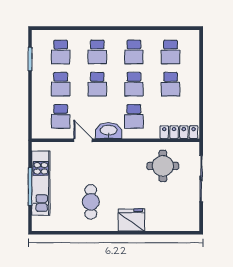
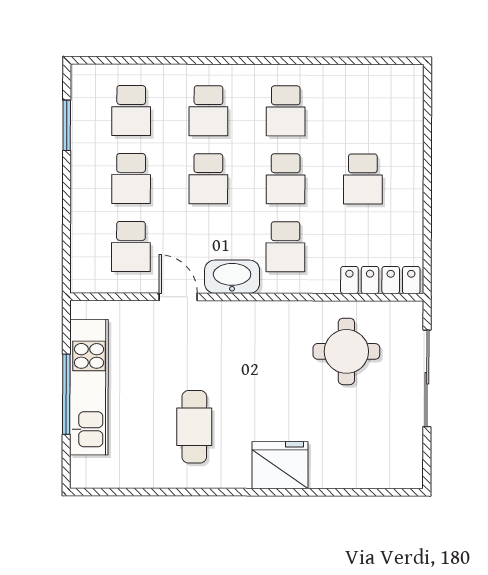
school desk: (171, 52) -> (363, 111), removed

